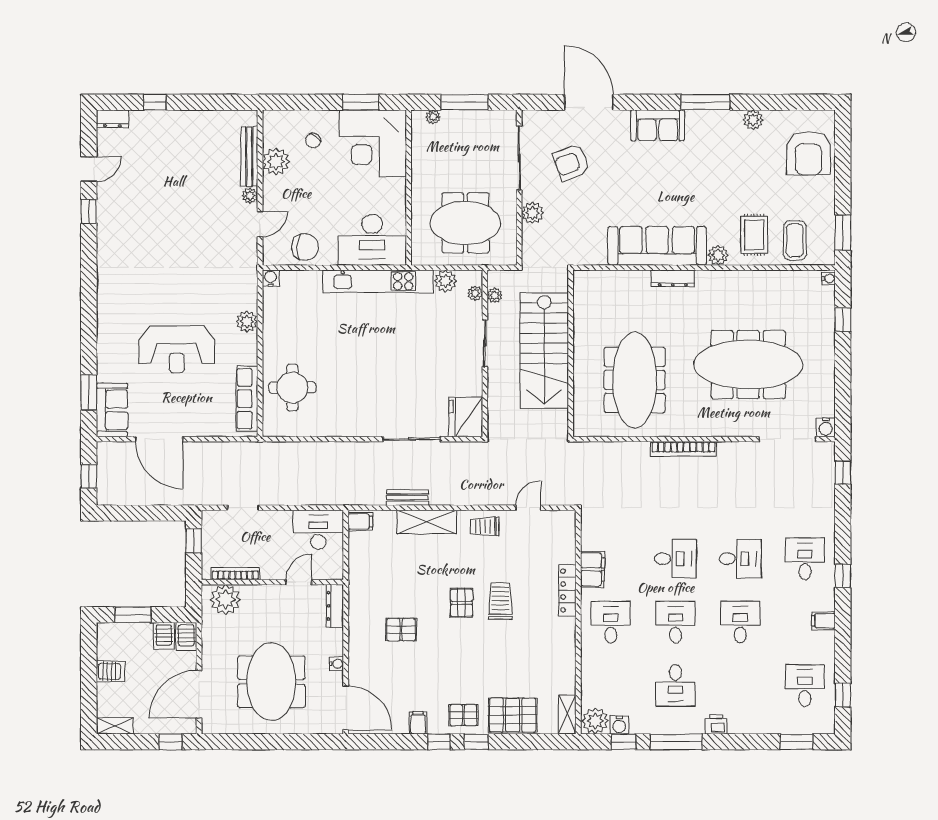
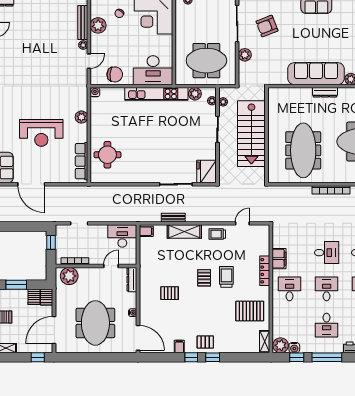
pallet: (513, 715) -> (250, 311), moved

